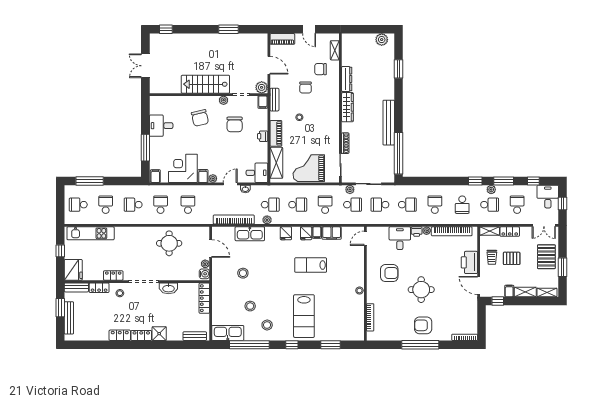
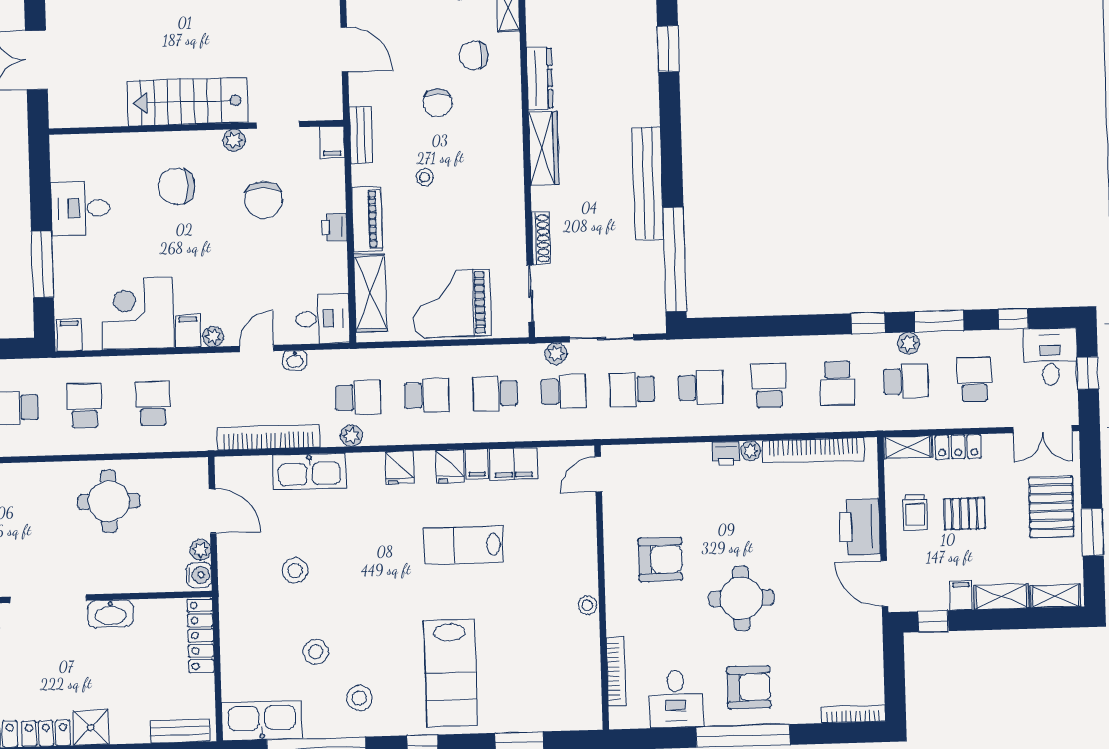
plant: (262, 87) -> (328, 105), removed
chair: (200, 118) -> (176, 186), turned 103
school desk: (325, 205) -> (495, 393), turned -90
desk: (400, 238) -> (676, 699), moved, turned 180
armchair: (423, 325) -> (749, 687), turned 180

